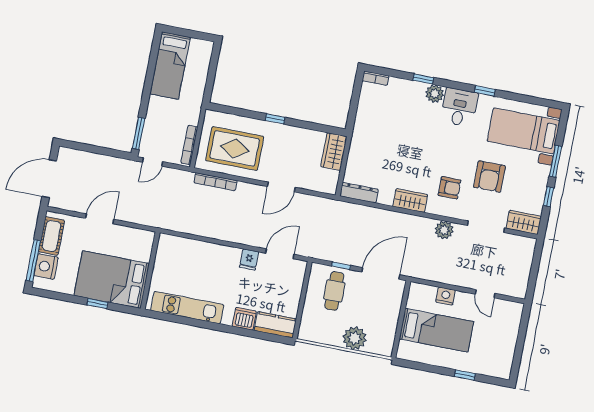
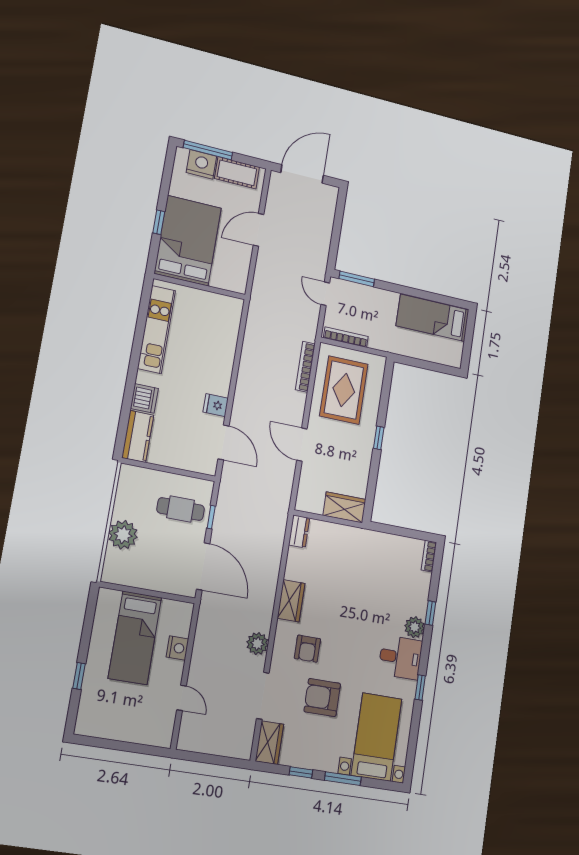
door: (49, 179) -> (302, 174), hinge flipped
dresser: (359, 193) -> (299, 531), width x0.70
door: (100, 219) -> (258, 230), swing flipped
door: (485, 294) -> (182, 698), swing flipped

